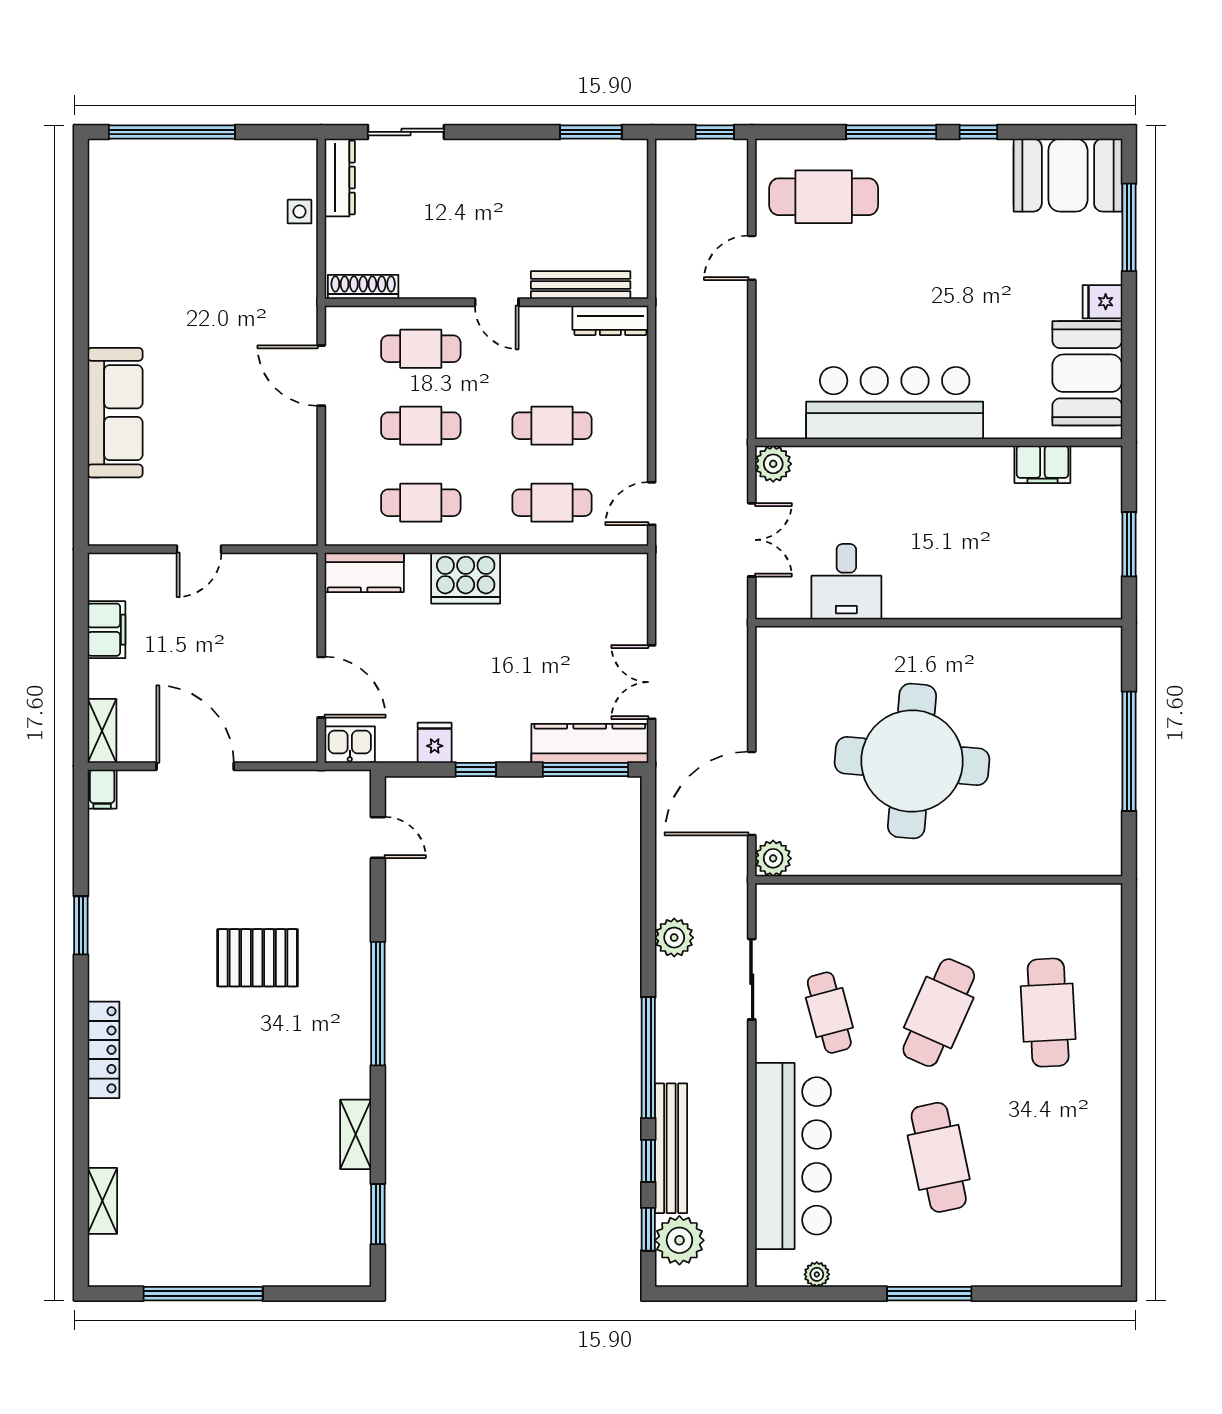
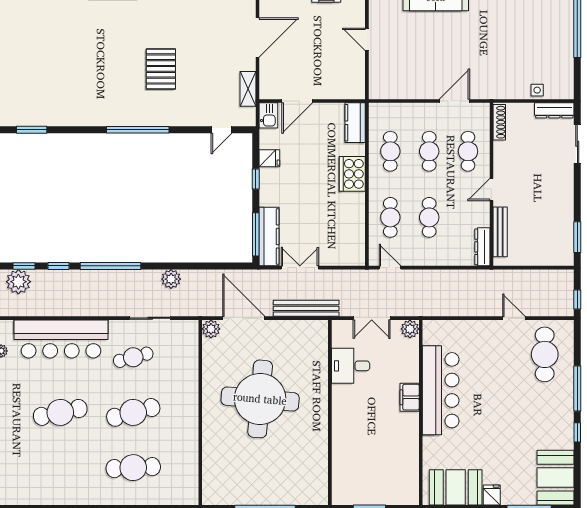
filing cabinet: (1042, 464) -> (410, 397), moved
cafe table: (939, 1013) -> (133, 412), turned -39
shelving: (356, 1134) -> (248, 89), moved, turned 90
bench: (671, 1148) -> (306, 308), moved

